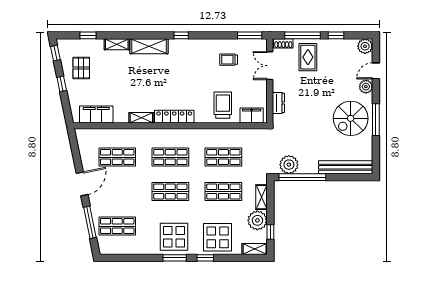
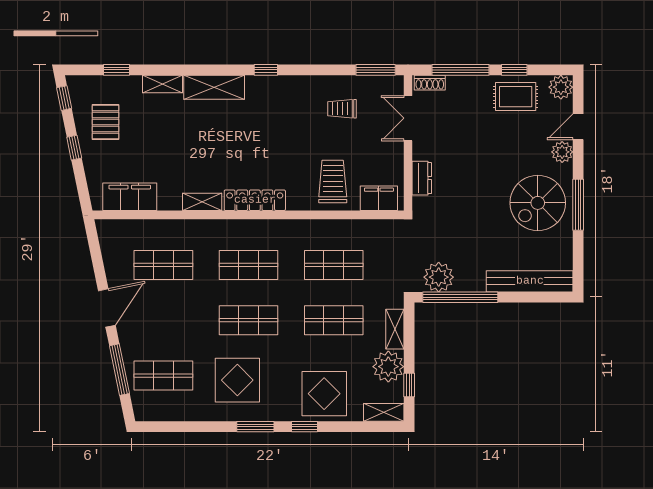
rug: (308, 57) -> (516, 97), moved, turned 90
display table: (174, 237) -> (237, 380), moved

